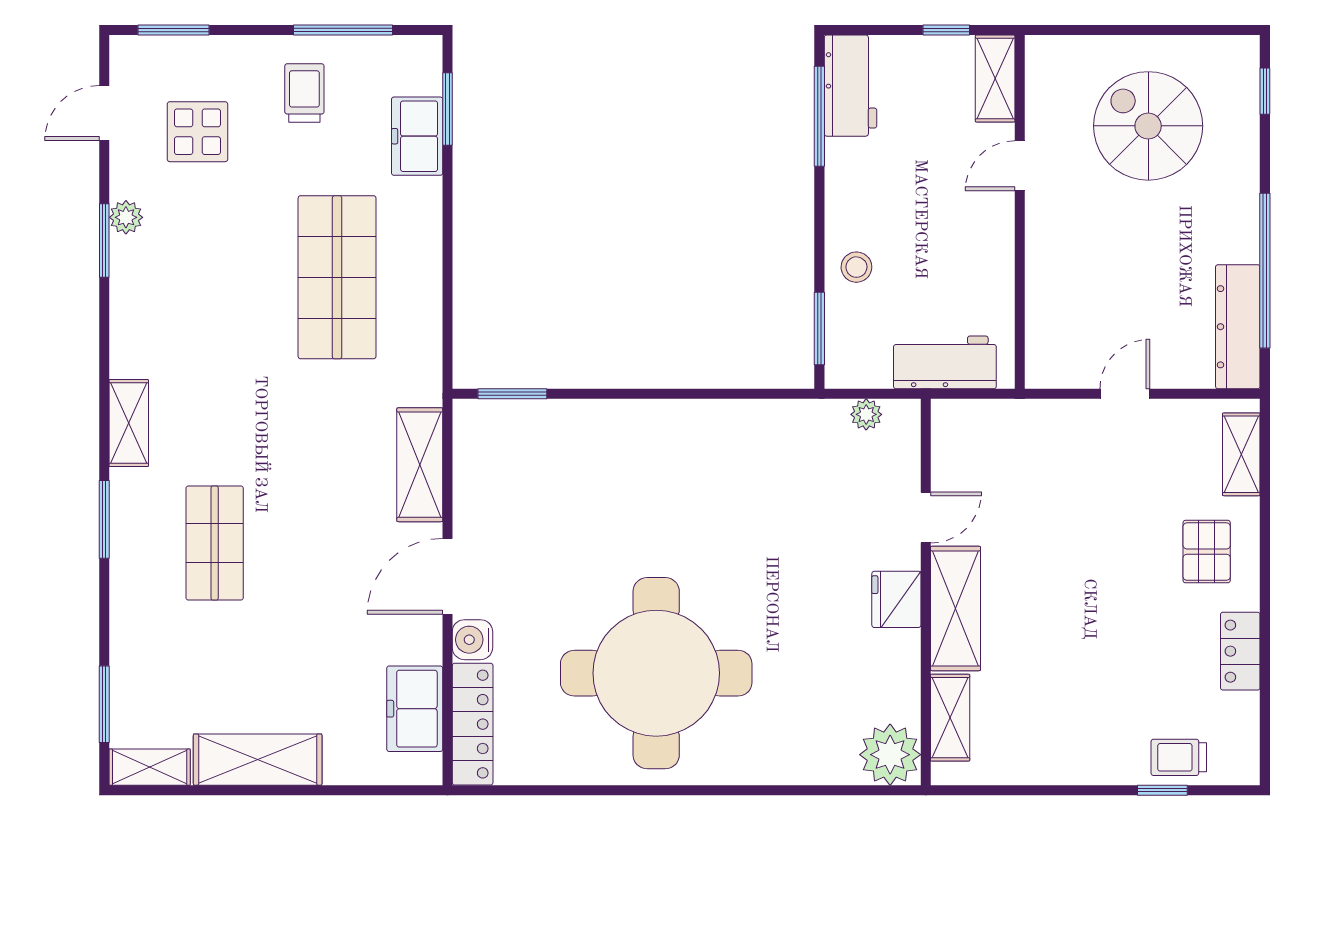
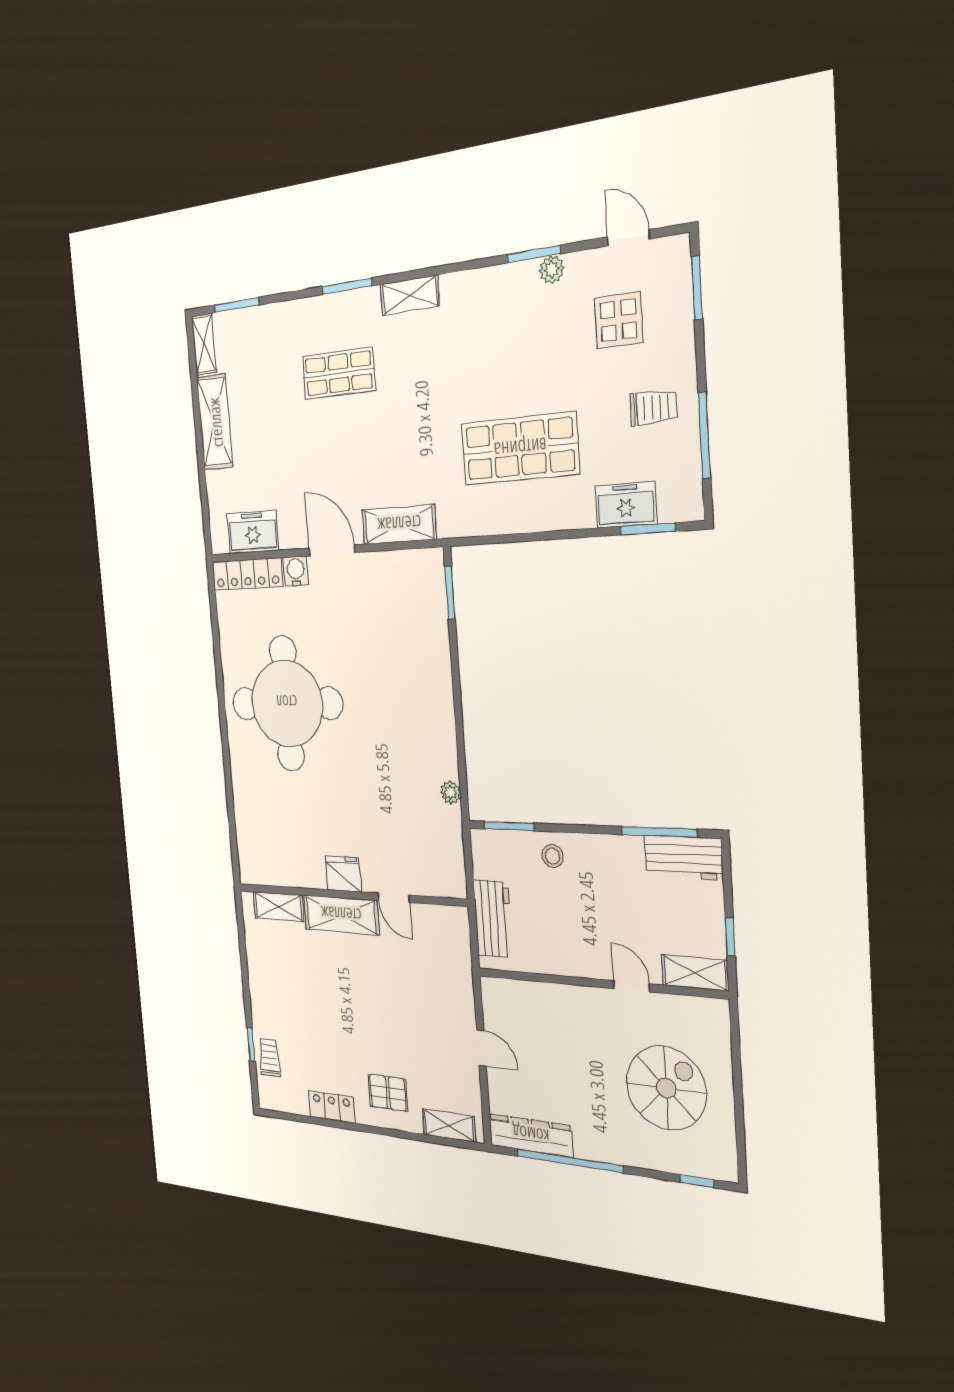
plant: (866, 414) -> (450, 793), moved
plant: (890, 755) -> (255, 864), removed

